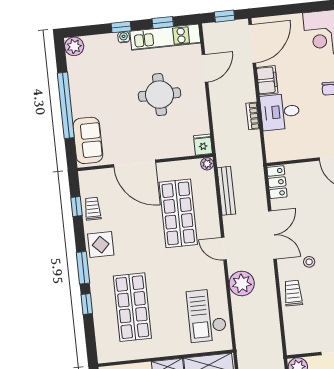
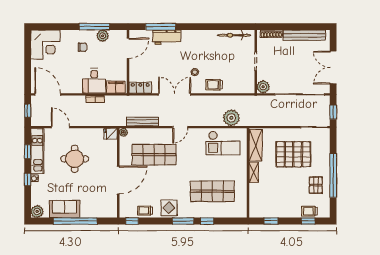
filing cabinet: (267, 80) -> (116, 87), moved
sofa: (88, 140) -> (65, 209), moved
window: (76, 206) -> (132, 221), moved
plant: (242, 283) -> (231, 118), moved

